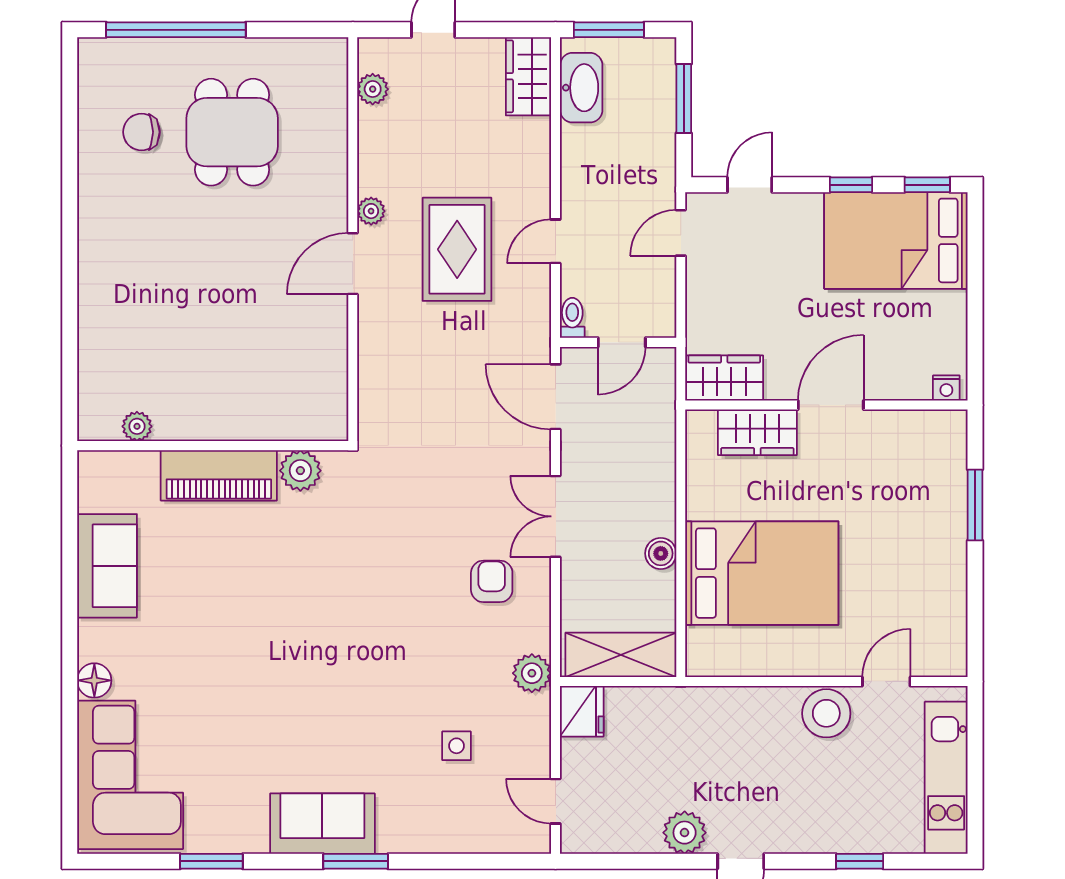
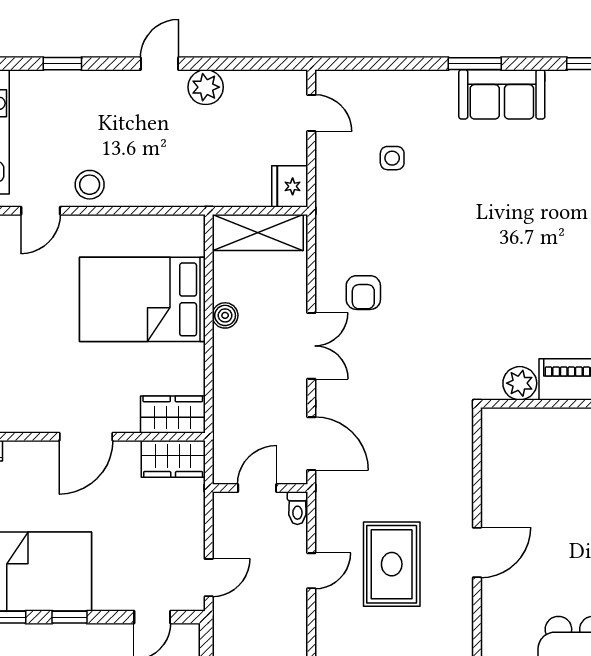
plant: (371, 211) -> (462, 595), removed
wardrobe: (757, 432) -> (173, 414), moved
plant: (532, 673) -> (330, 217), removed
stool: (826, 713) -> (90, 185), width x0.73, depth x0.73

